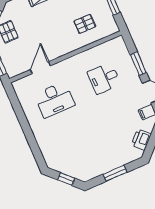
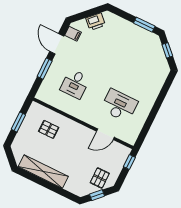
desk: (104, 78) -> (75, 84), turned 90
window: (115, 173) -> (144, 25), moved

